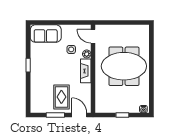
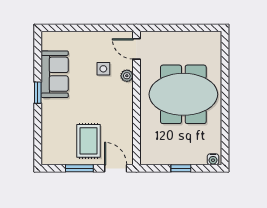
sofa: (46, 34) -> (55, 74), moved, turned -90
fireplace: (86, 71) -> (125, 101), removed

